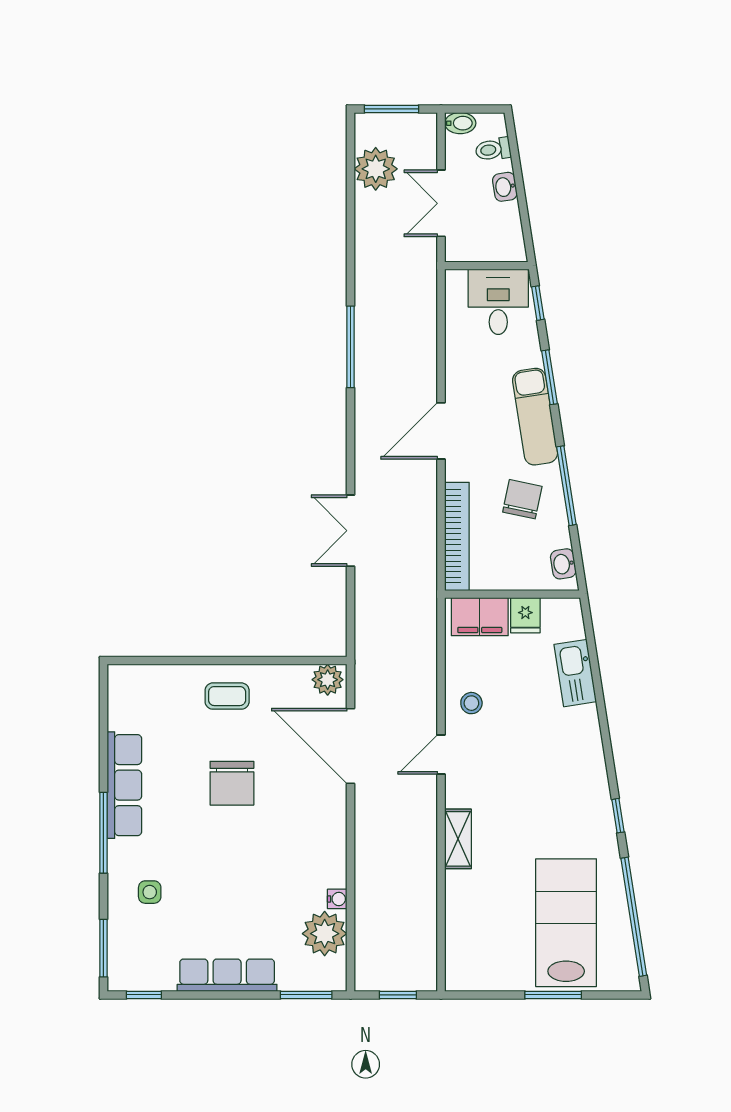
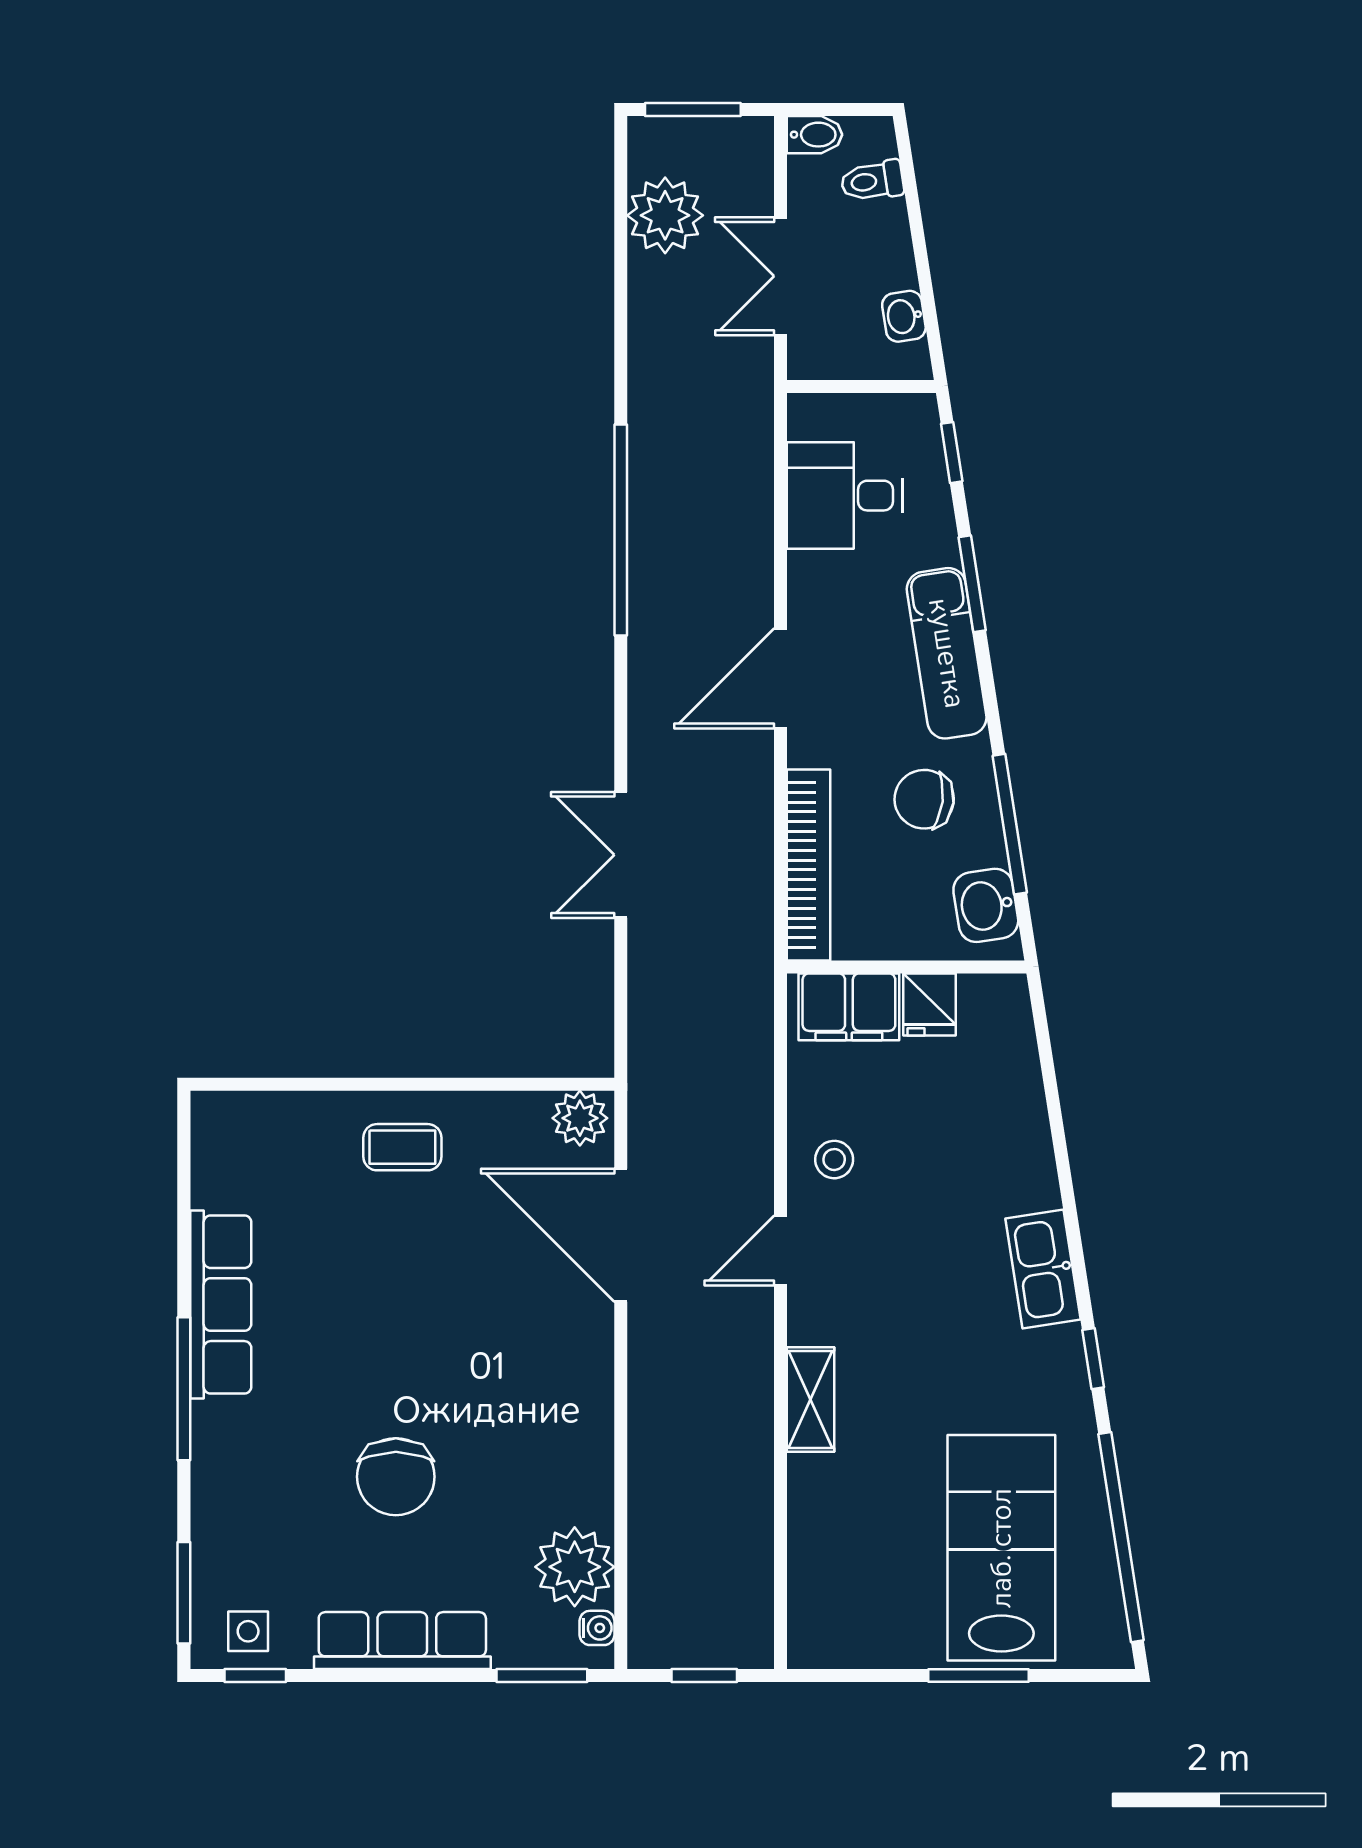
washbasin: (505, 187) -> (904, 316), moved
desk: (498, 302) -> (844, 496), moved, turned -90
window: (351, 347) -> (621, 530), width x1.46
window: (566, 486) -> (1010, 824), moved
chair: (522, 499) -> (924, 799), turned -95
washbasin: (563, 564) -> (986, 905), width x1.38, depth x1.45
kitchen sink: (575, 673) -> (1043, 1269), moved
chair: (232, 783) -> (396, 1477), moved
side table: (150, 892) -> (248, 1631), moved
water cooler: (337, 899) -> (597, 1628), moved

